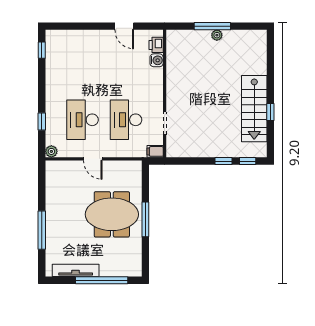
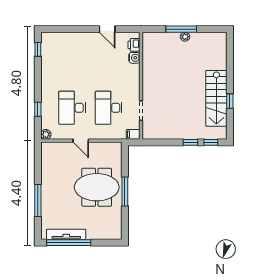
window: (102, 280) -> (69, 243), moved

